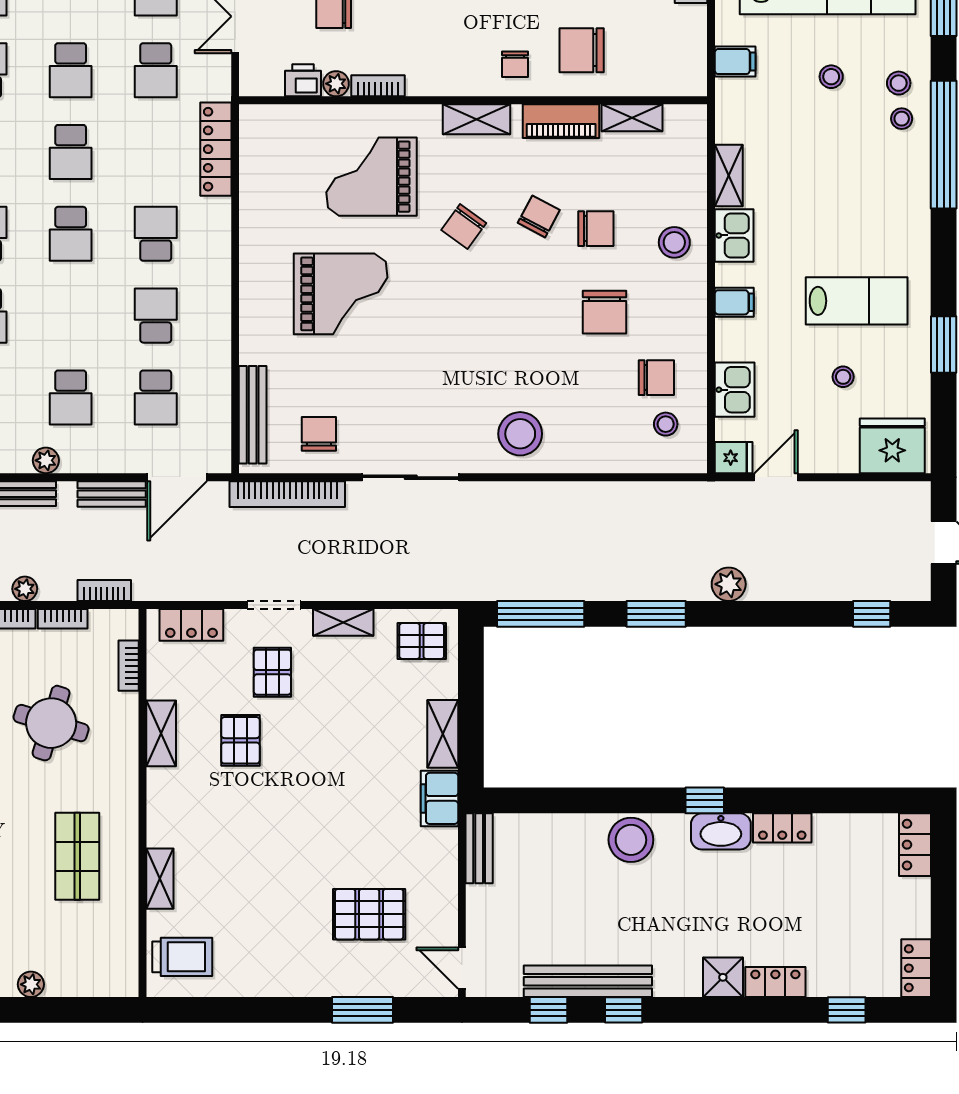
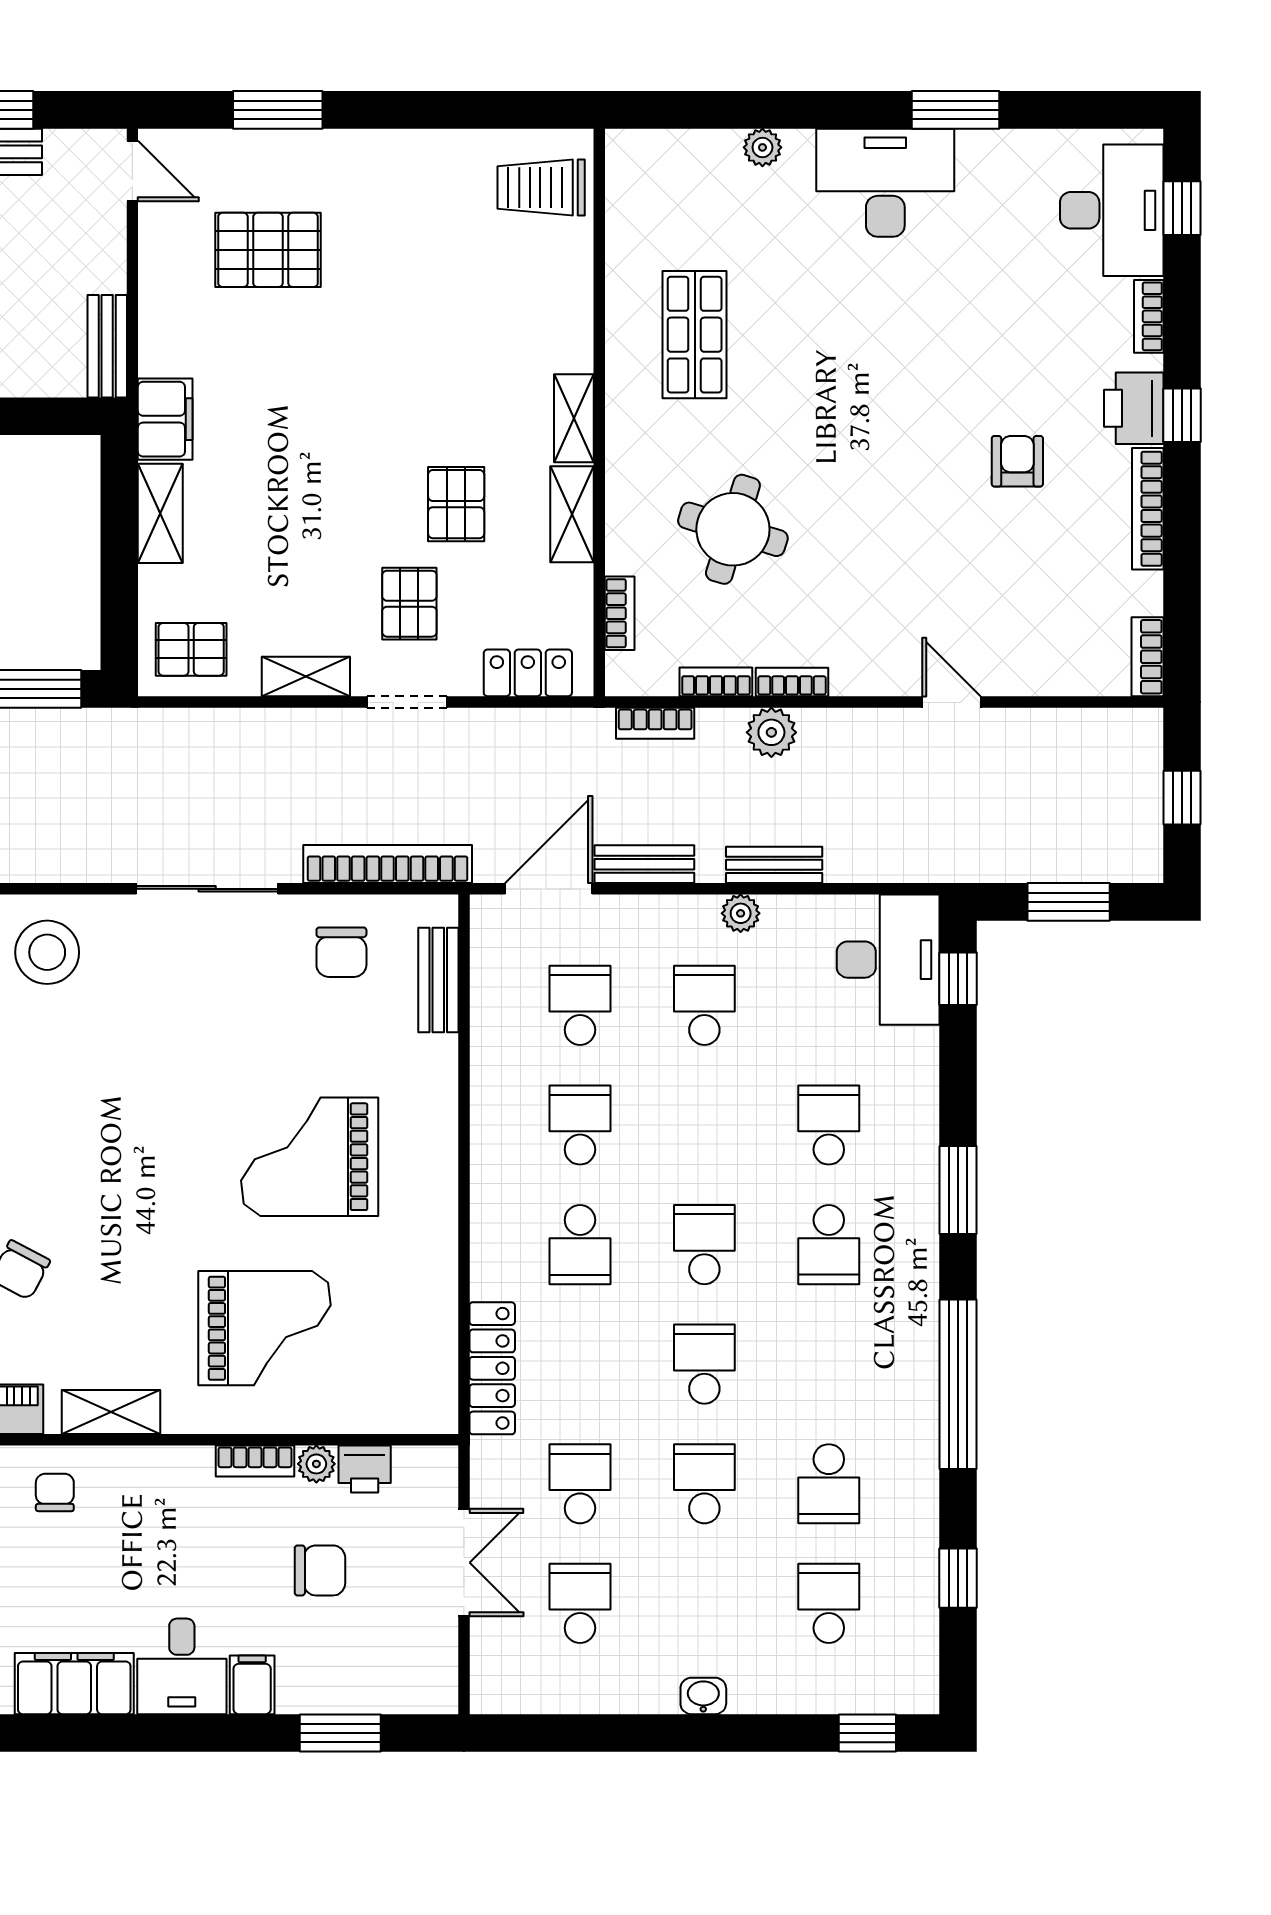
chair: (464, 226) -> (130, 1255), removed
school desk: (156, 316) -> (580, 1125), turned 180
bench: (253, 415) -> (438, 980), width x0.73
plant: (25, 589) -> (771, 732), width x1.38, depth x1.38
shelving: (160, 879) -> (574, 418), moved

